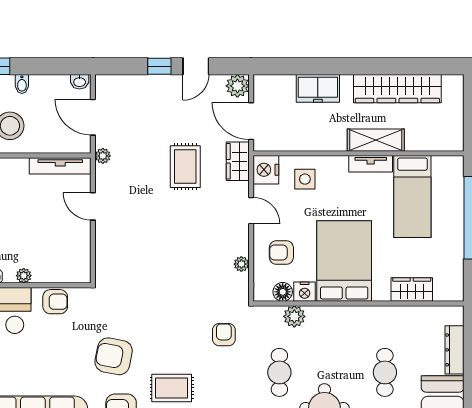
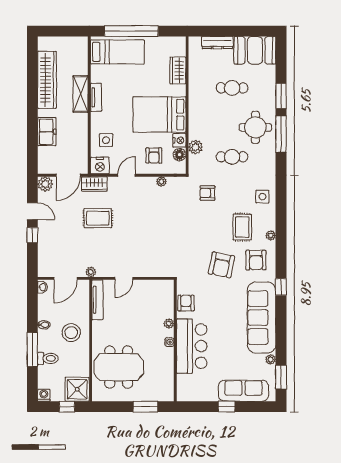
bed: (412, 197) -> (117, 52), moved

